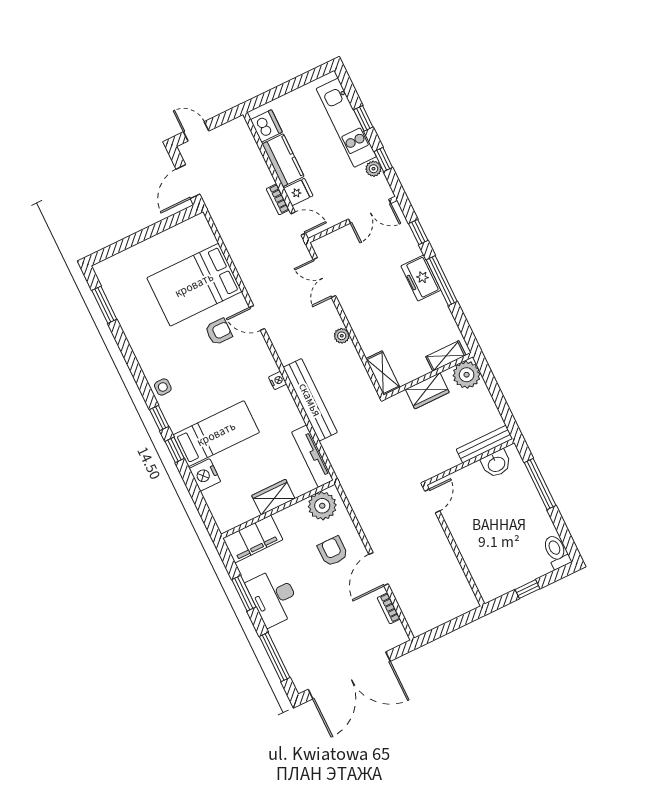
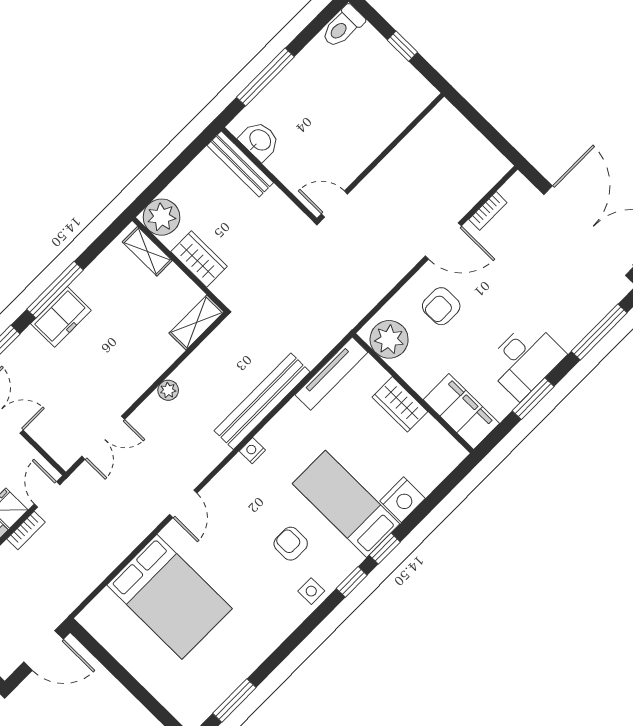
armchair: (219, 332) -> (291, 544), moved

